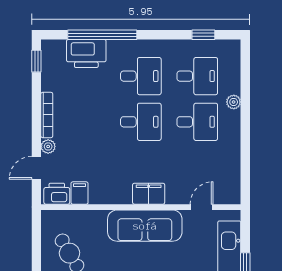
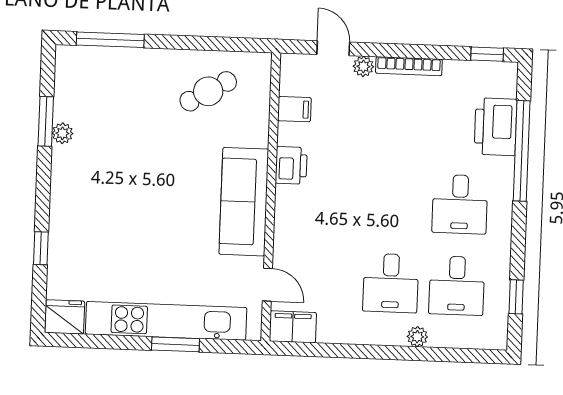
desk: (141, 122) -> (394, 202), removed
printer: (57, 194) -> (291, 165), moved
filing cabinet: (149, 194) -> (293, 327), moved, turned -90

